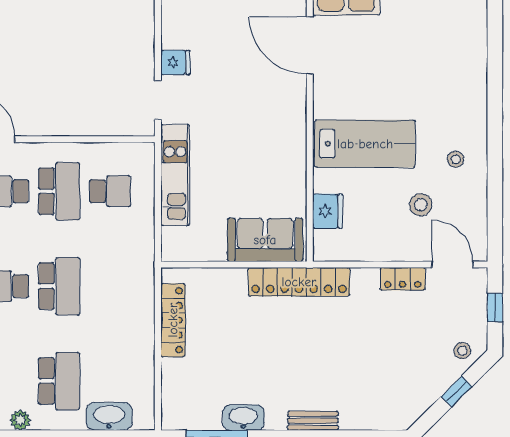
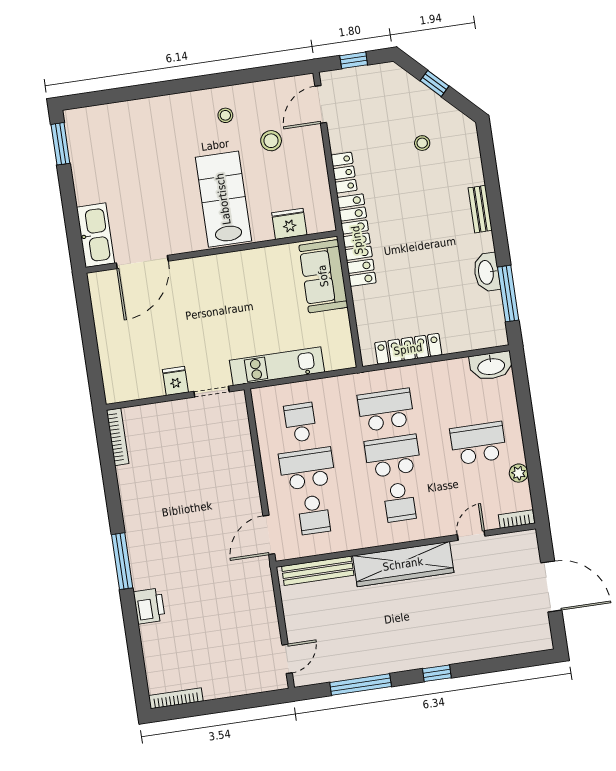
locker: (403, 279) -> (344, 173), moved
school desk: (110, 286) -> (386, 410), added
stool: (462, 351) -> (422, 143), moved
washbasin: (109, 416) -> (491, 366), moved, turned -90

